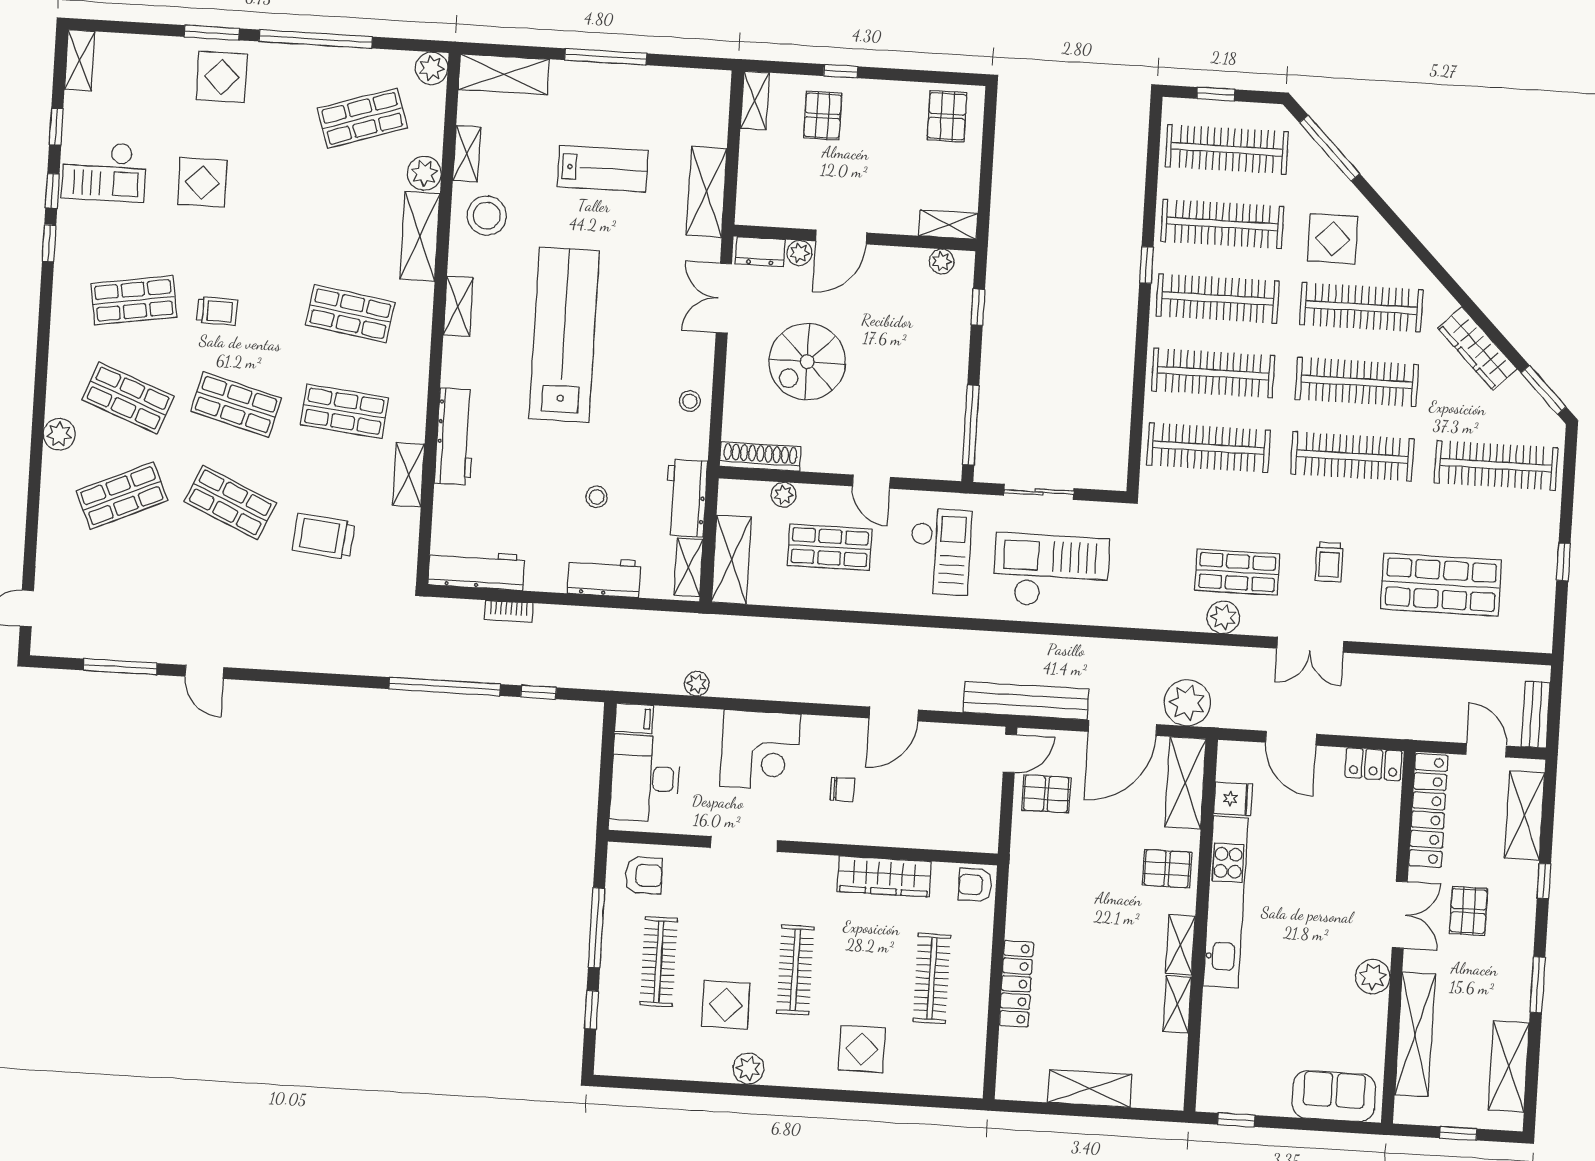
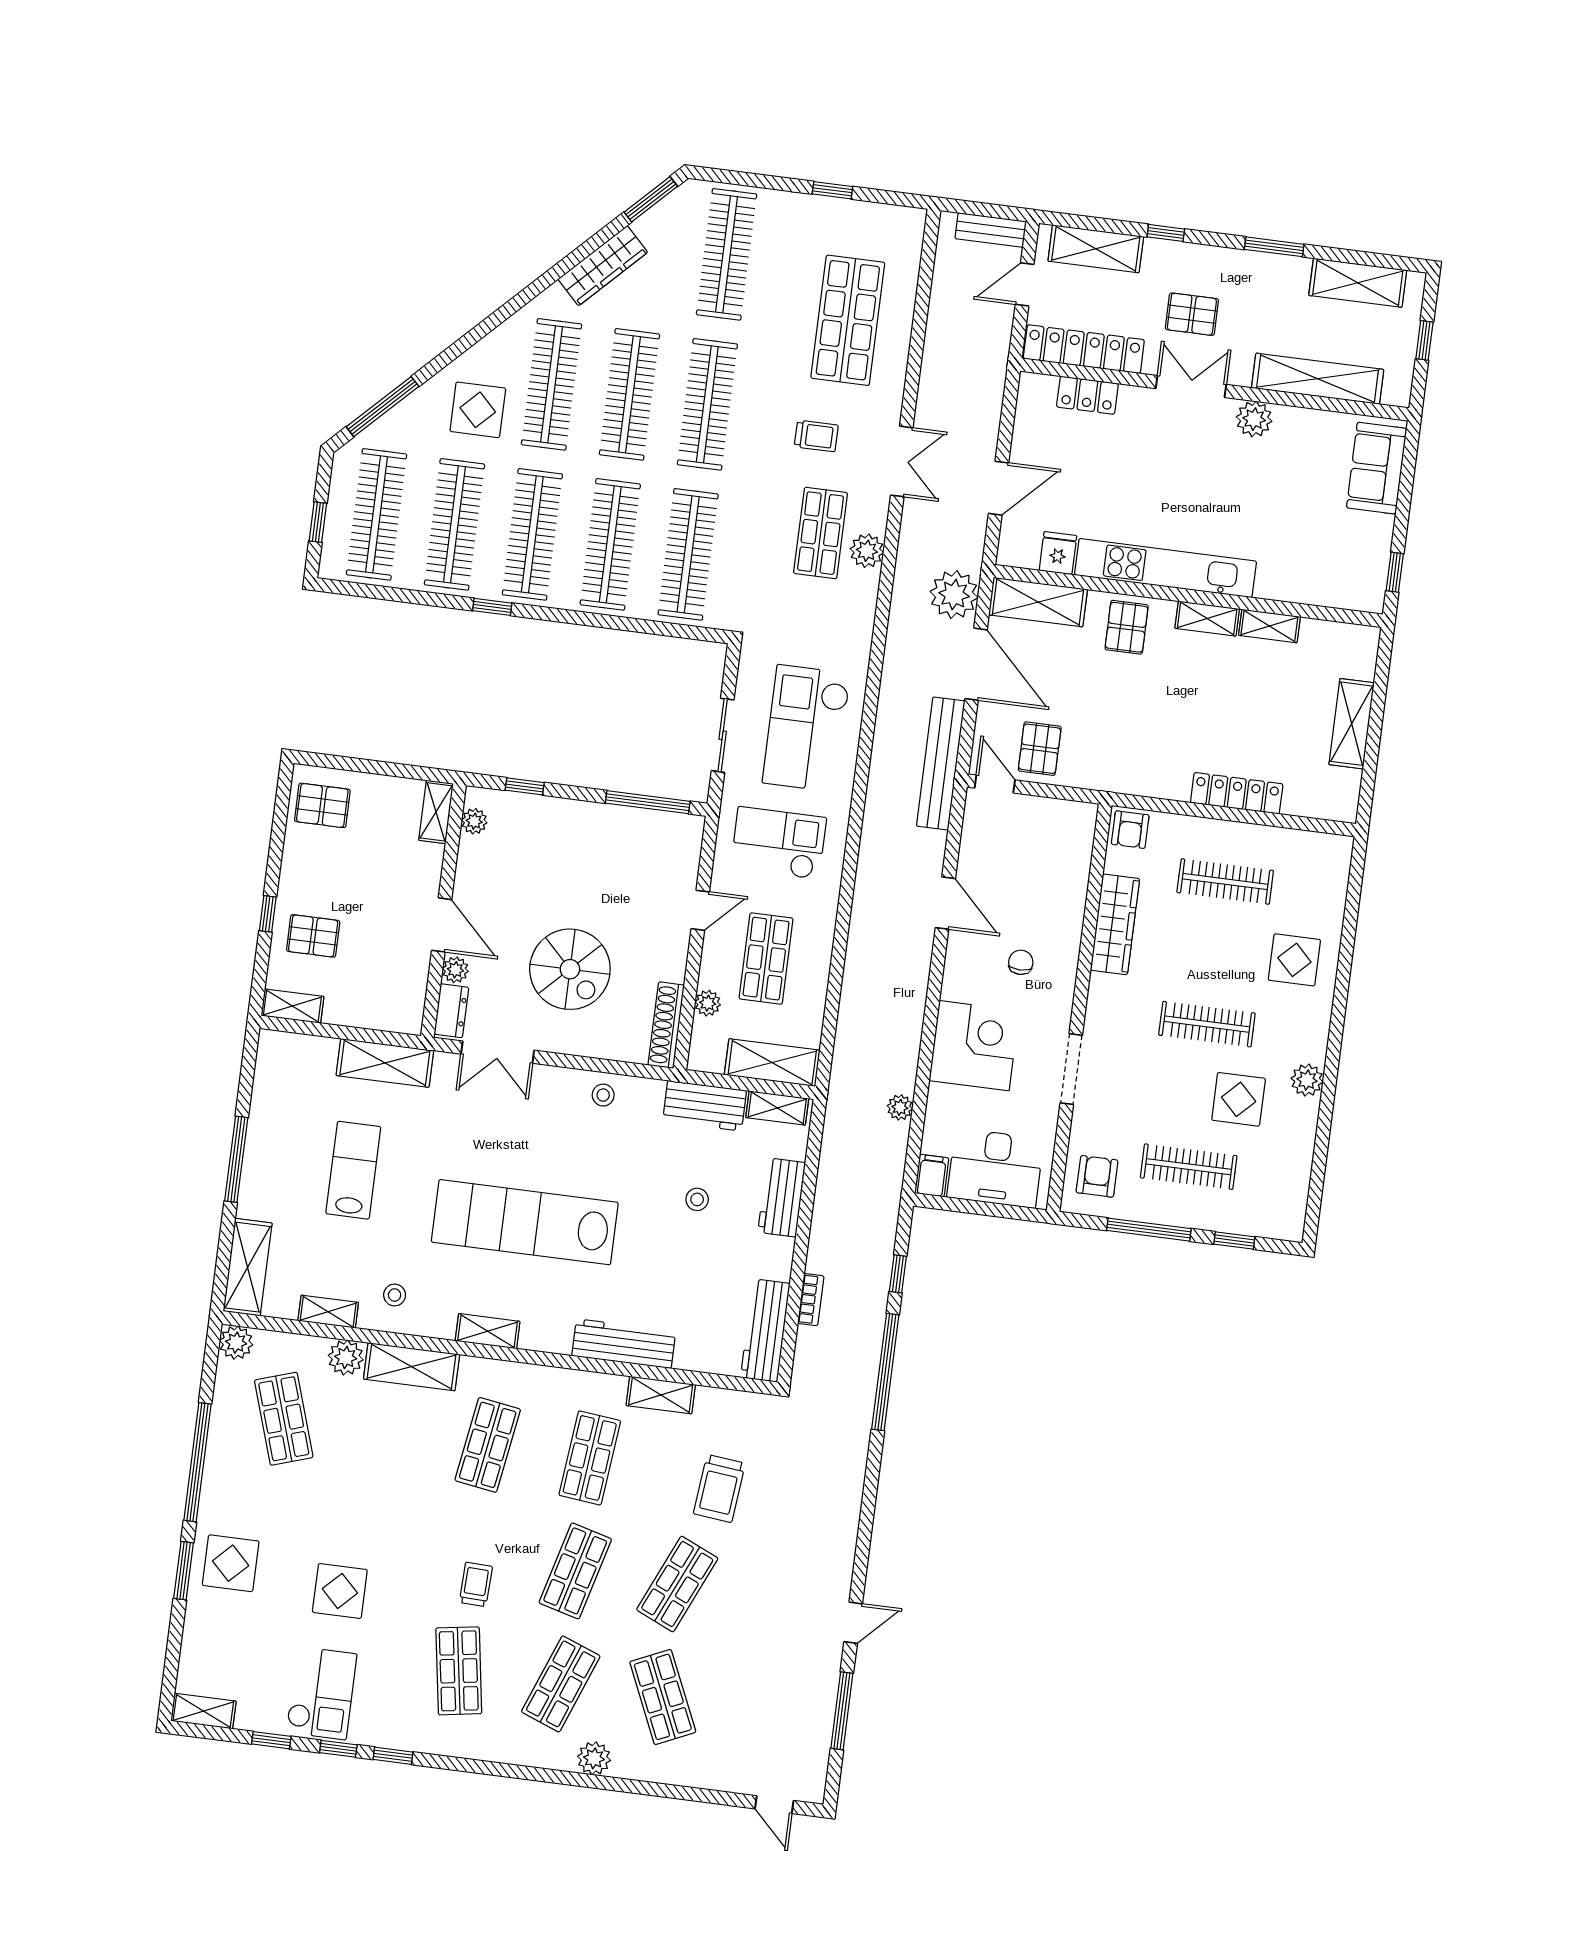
stool: (487, 216) -> (395, 1295), width x0.53, depth x0.53
locker: (1374, 764) -> (1087, 395), moved, turned 90

